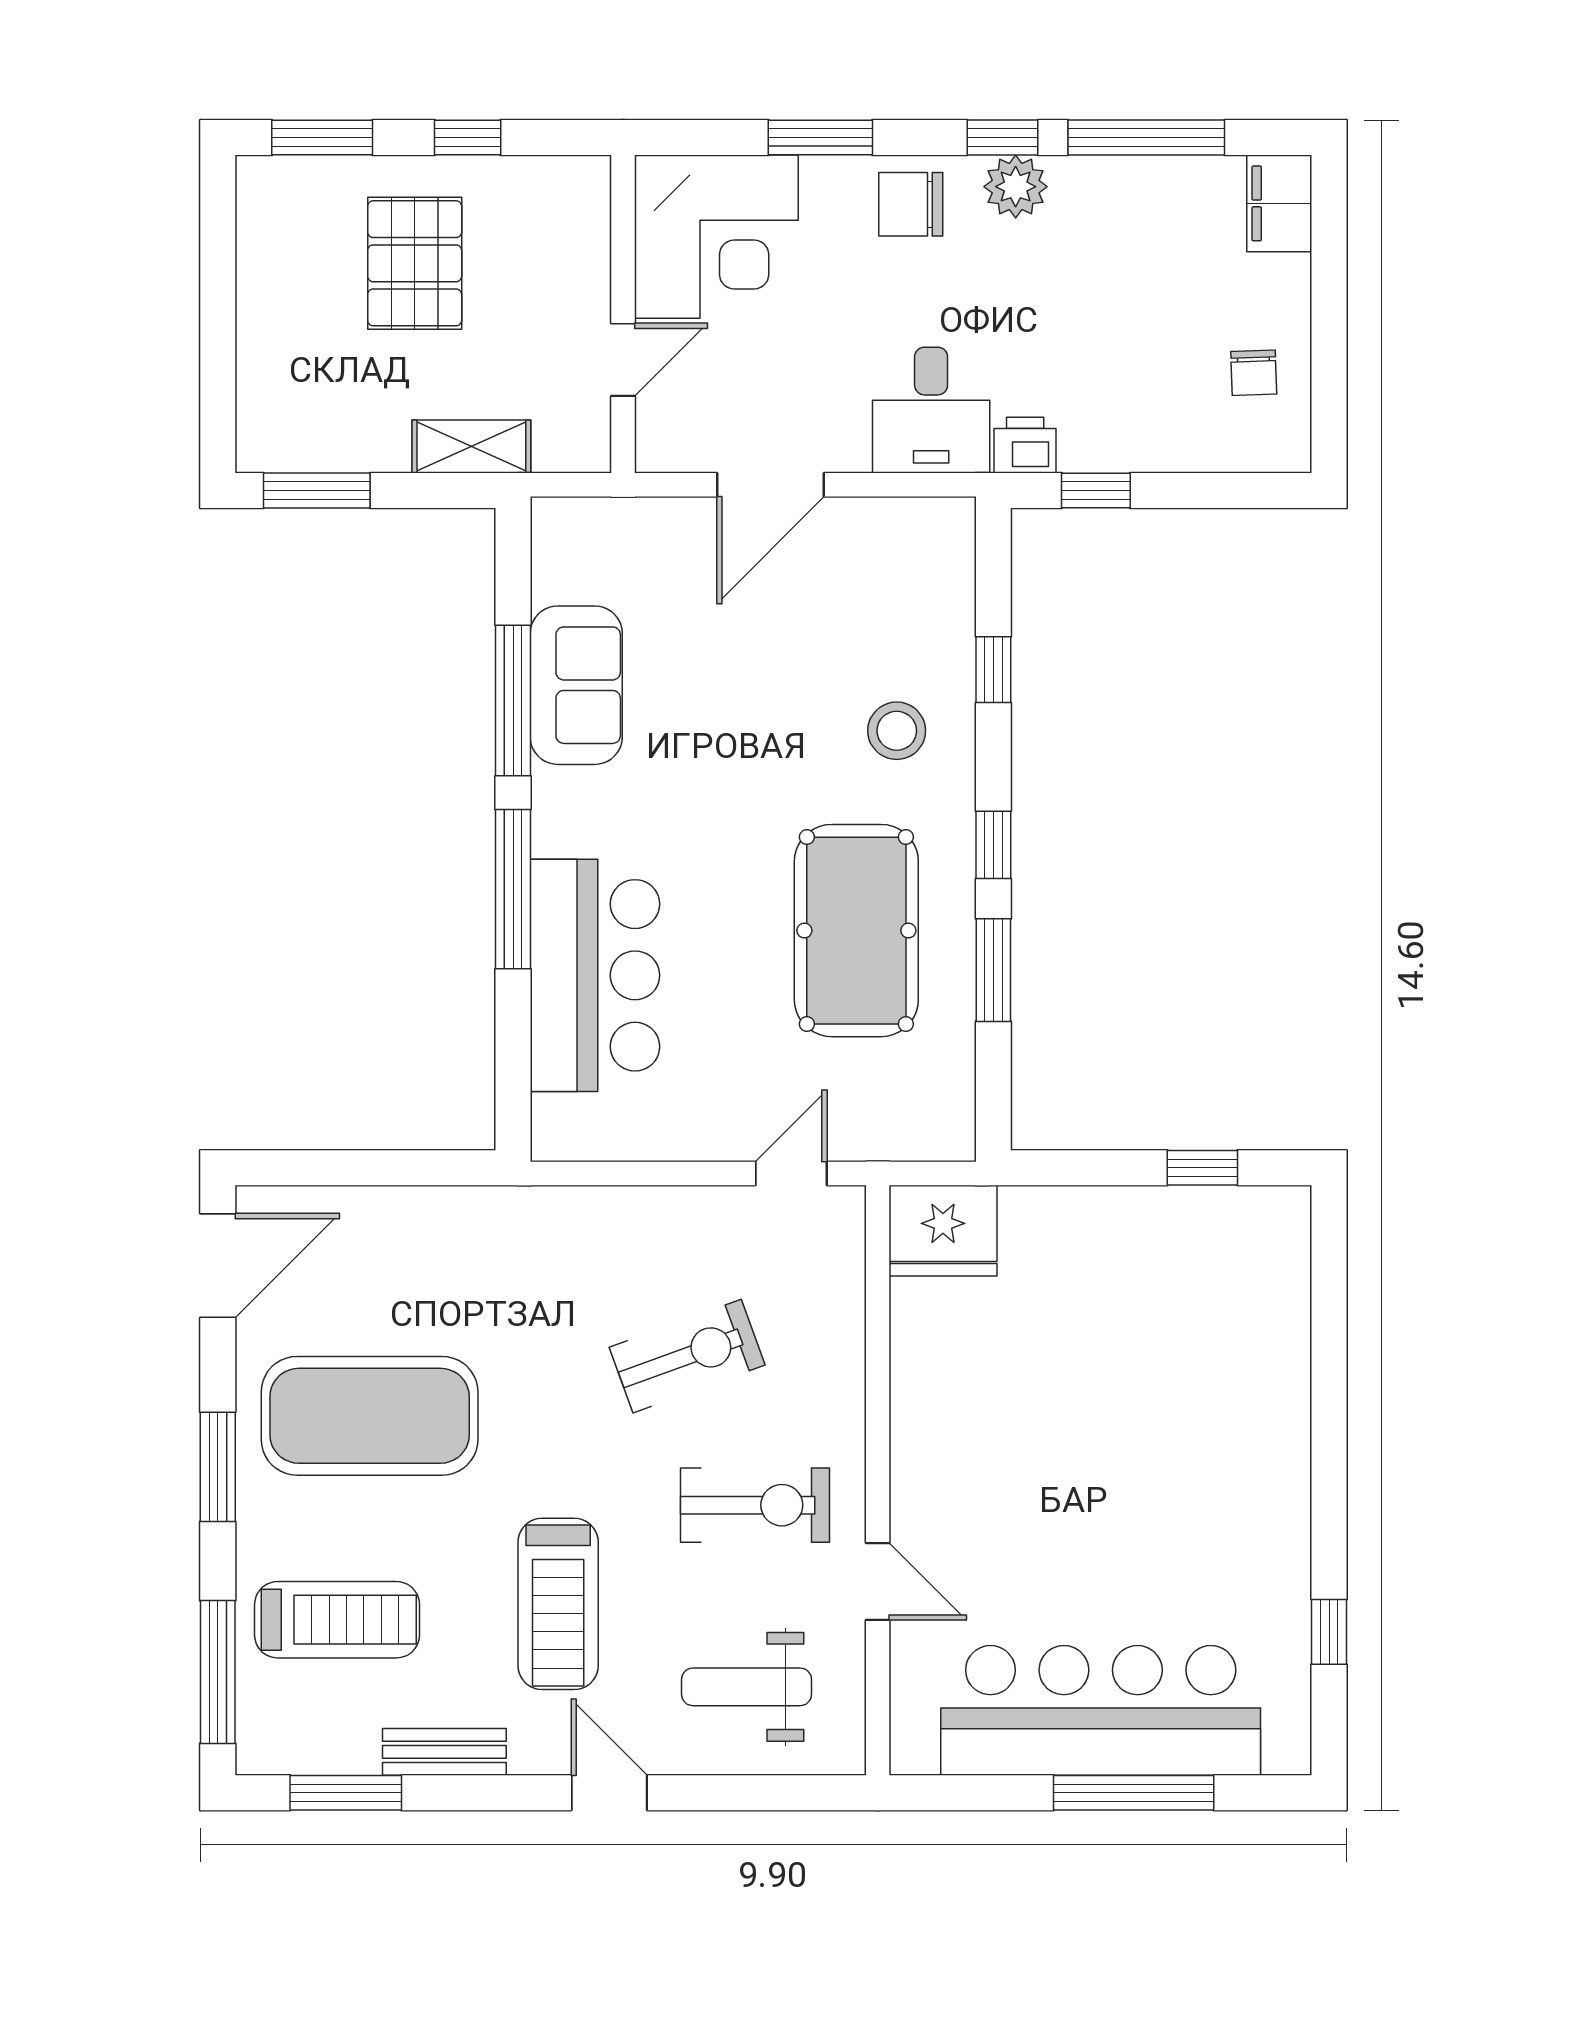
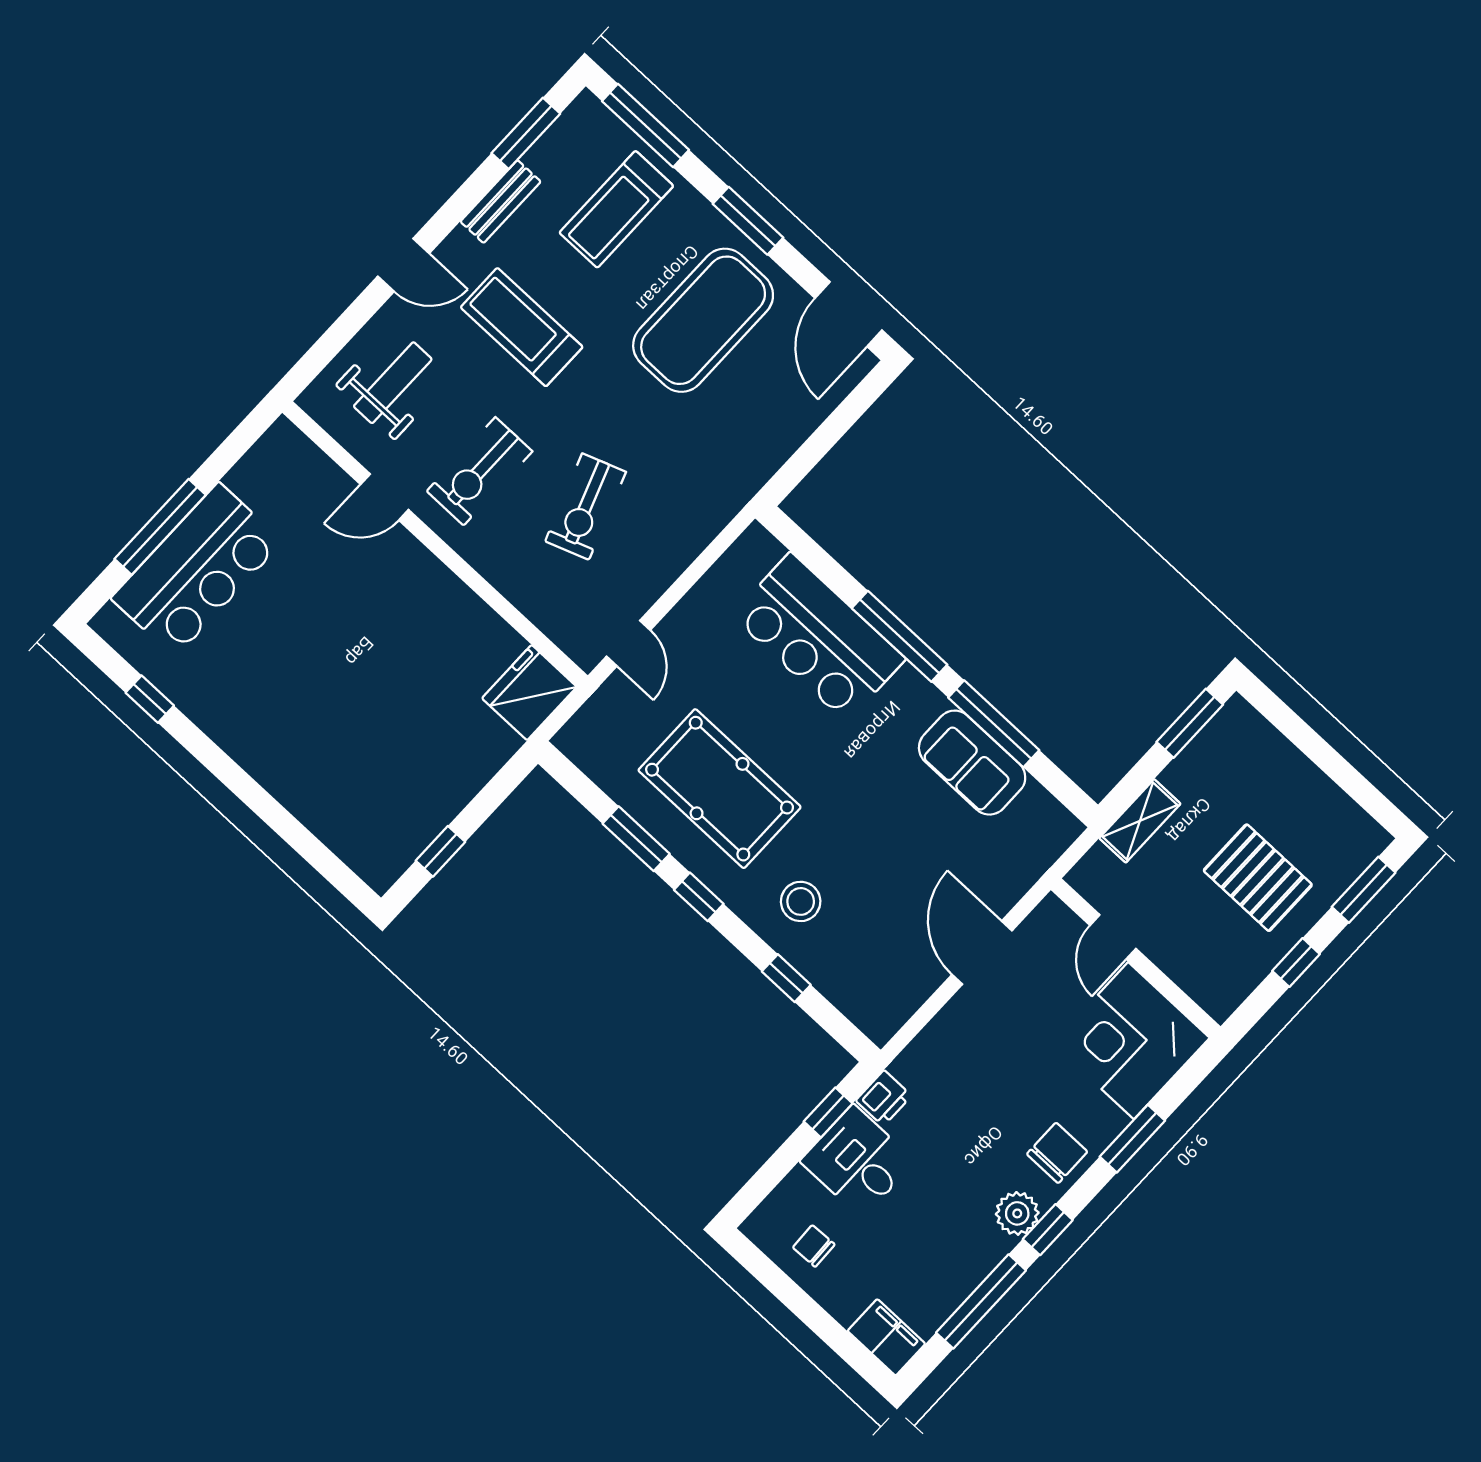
desk: (931, 410) -> (858, 1161), moved
bar counter: (1101, 1710) -> (197, 570), width x0.73

